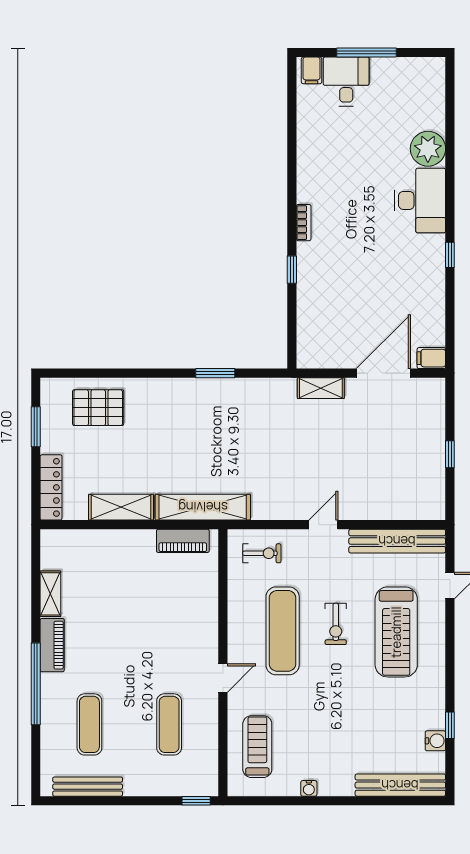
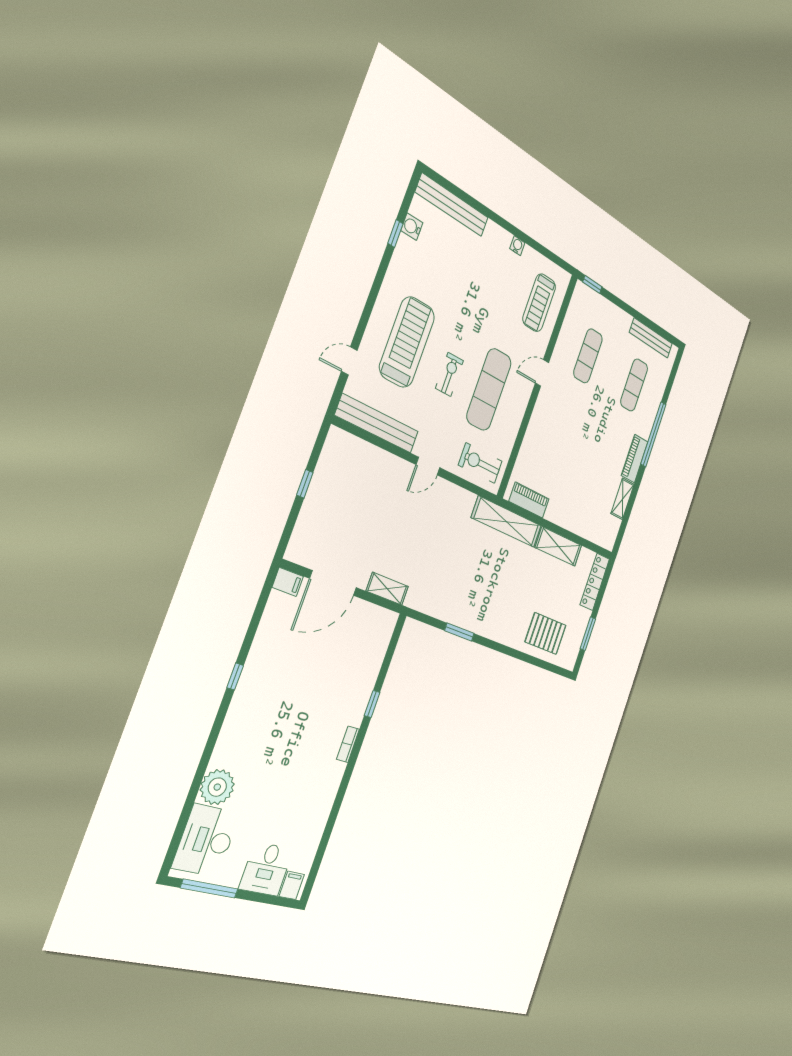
window: (366, 53) -> (209, 889), moved
desk: (420, 200) -> (206, 840), moved
exercise bike: (262, 553) -> (480, 463), width x1.38, depth x1.39

